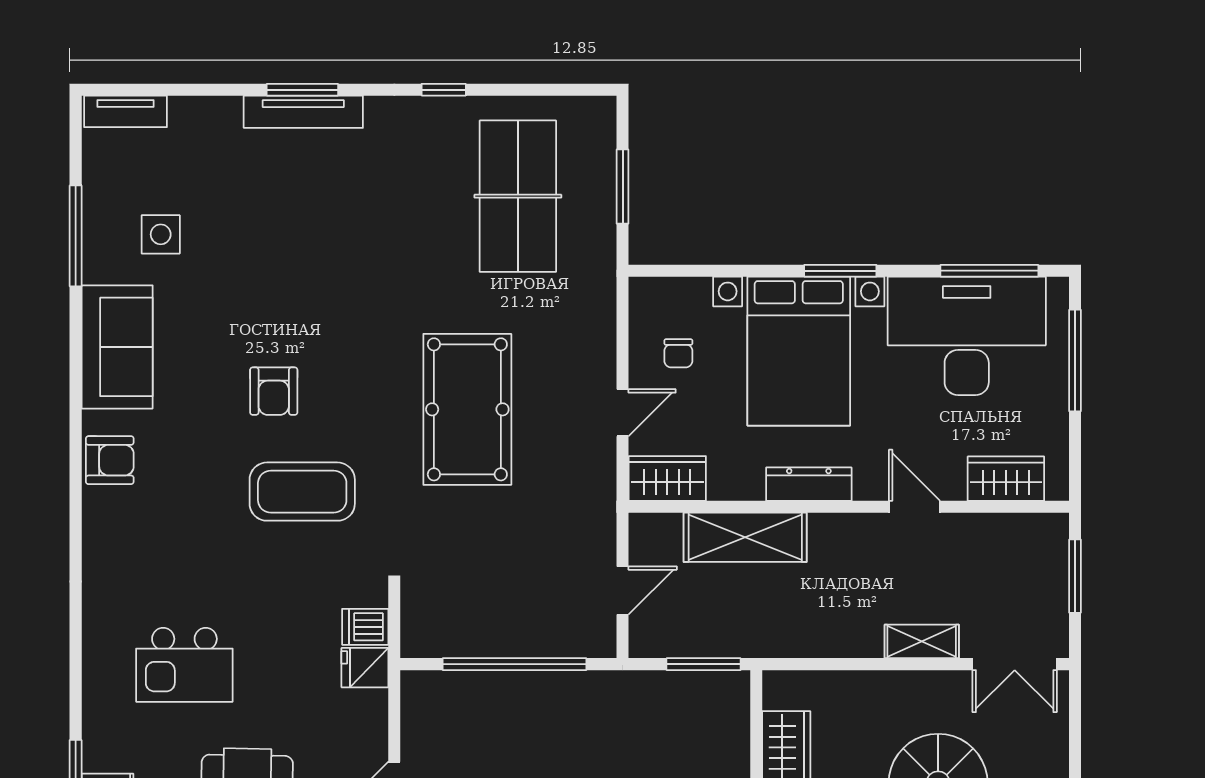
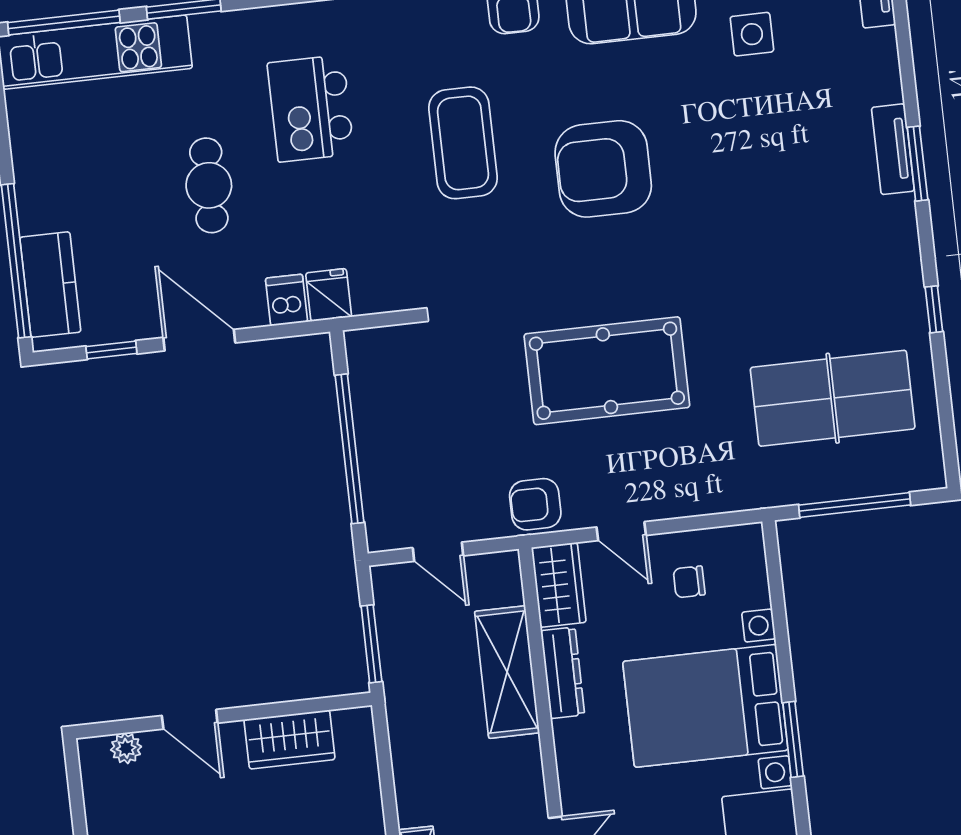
tv unit: (303, 112) -> (893, 149), width x0.71
window: (623, 187) -> (855, 505), width x1.44
armchair: (274, 391) -> (603, 169), width x1.88, depth x1.88
dresser: (809, 484) -> (563, 673), moved
coffee table: (302, 492) -> (463, 143), moved
armchair: (588, 492) -> (535, 504), added
dishwasher: (365, 627) -> (287, 300), moved

